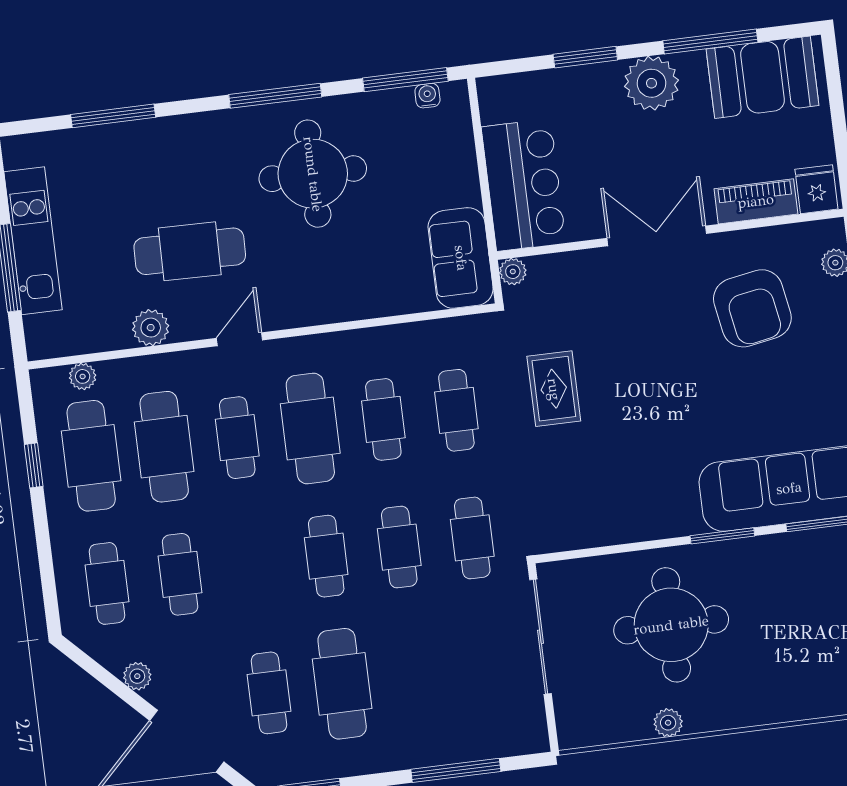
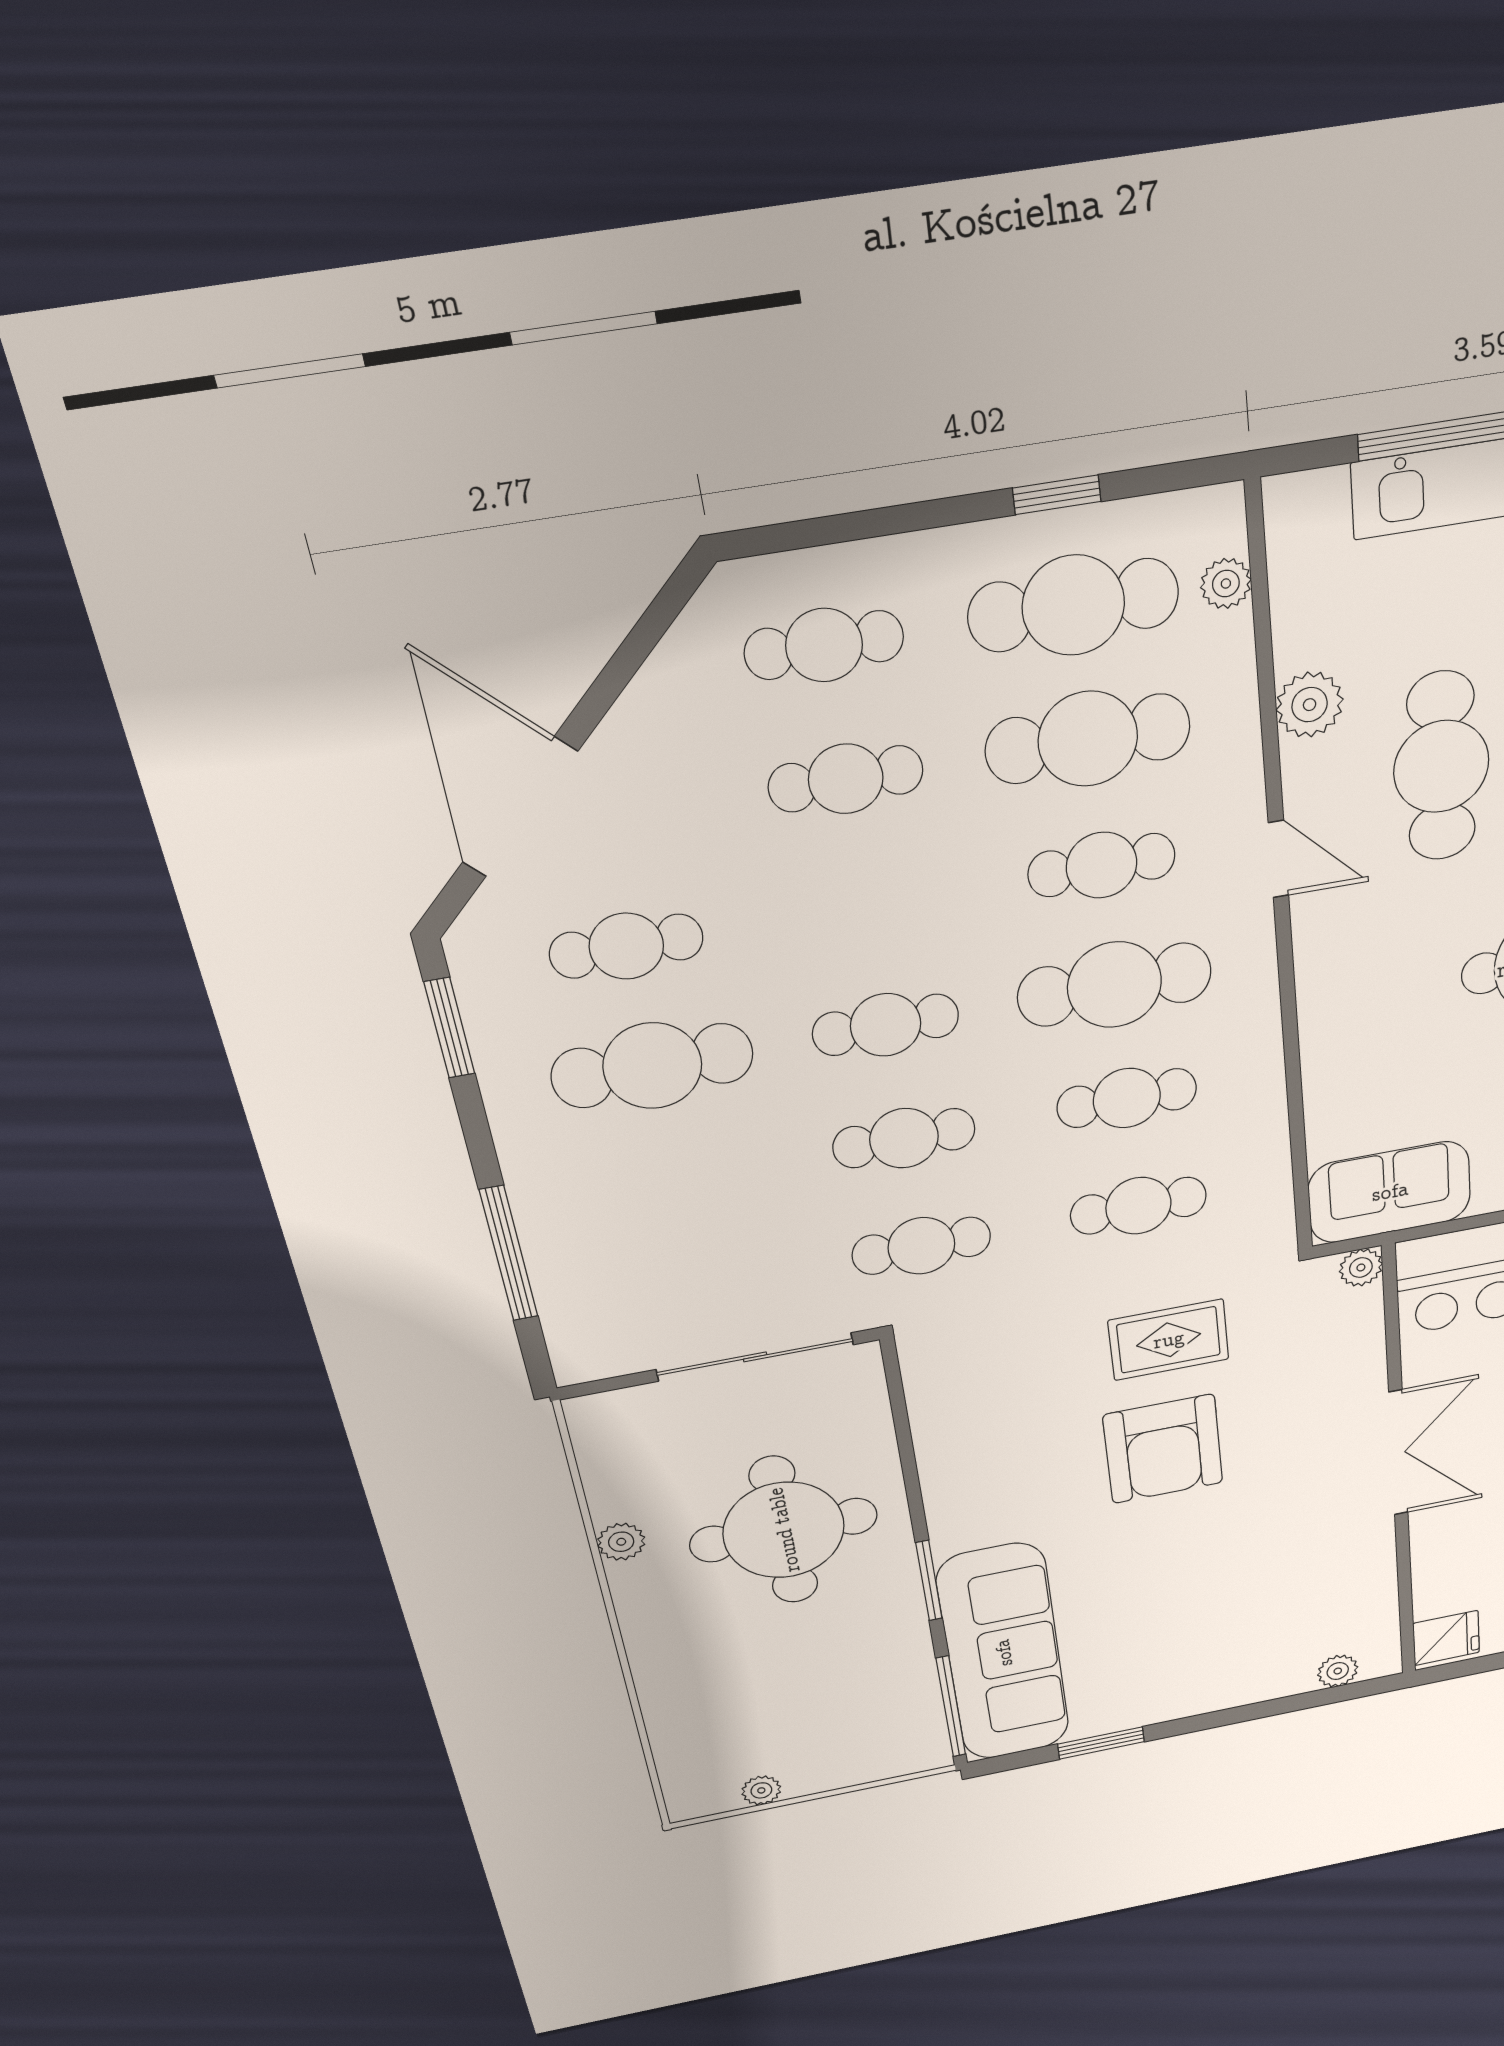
piano: (756, 201) -> (1437, 1569), removed
armchair: (752, 308) -> (1163, 1449), moved, turned -80
plant: (137, 676) -> (642, 710), removed

